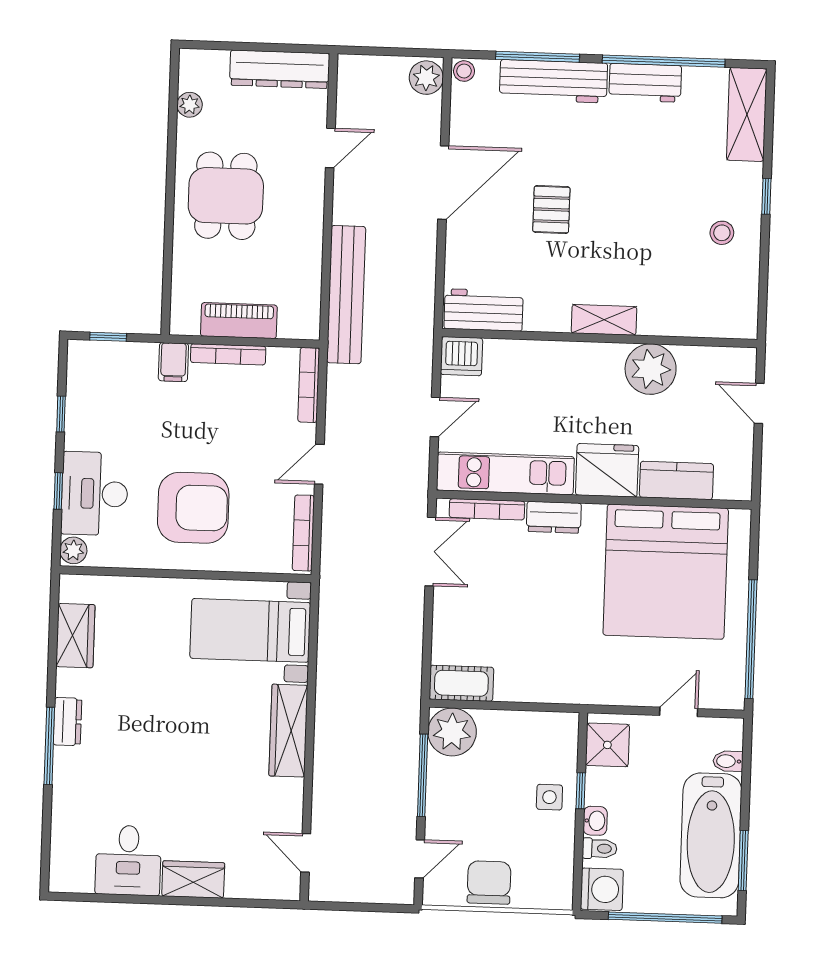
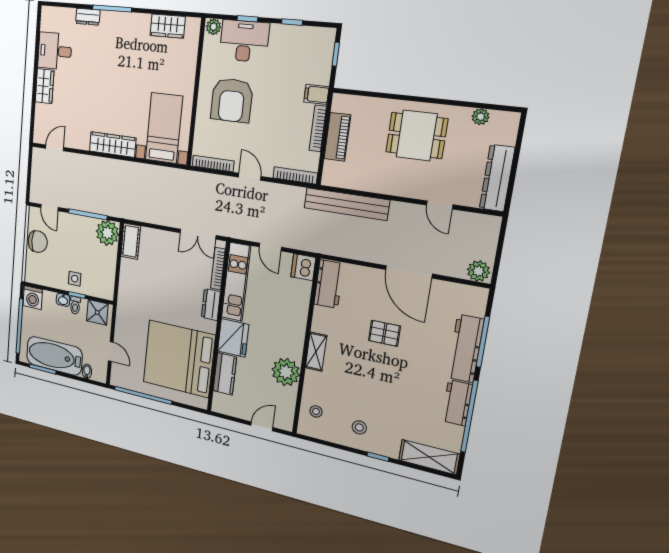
stool: (464, 71) -> (316, 411), moved
dresser: (67, 722) -> (88, 17), moved
toilet: (600, 849) -> (75, 305), moved

